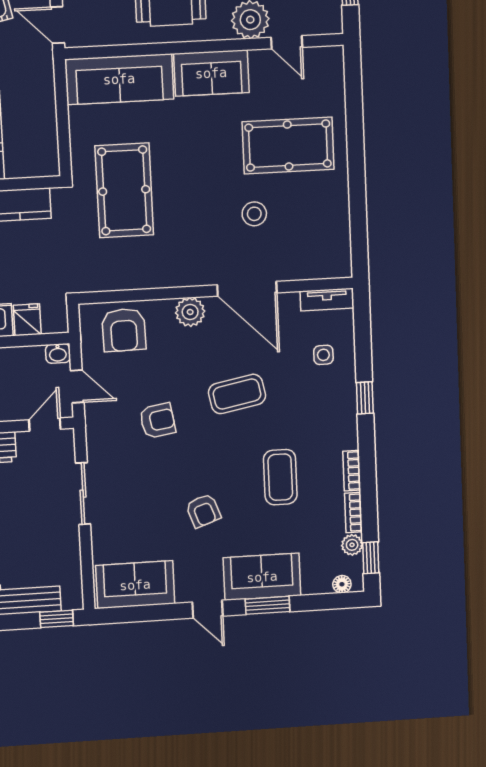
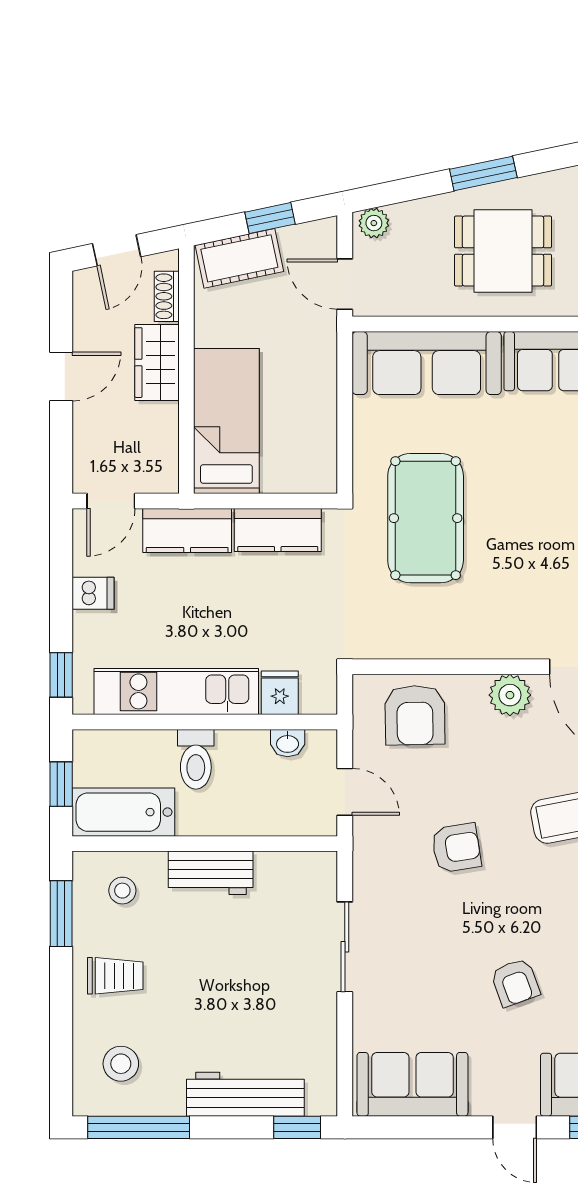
washbasin: (58, 353) -> (288, 743), moved
door: (45, 424) -> (296, 844), removed

